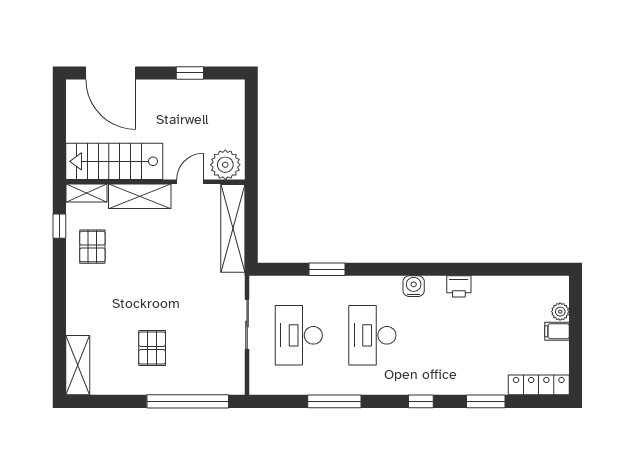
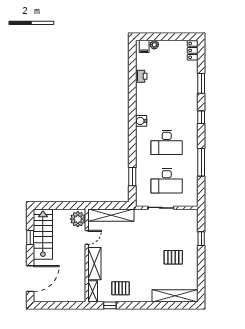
stairs: (114, 161) -> (43, 234), moved, turned 180
door: (190, 182) -> (87, 237), swing flipped
window: (327, 269) -> (132, 177), moved
printer: (459, 286) -> (141, 76), moved
filing cabinet: (557, 331) -> (144, 46), moved
shelving: (78, 365) -> (175, 296), width x1.47
locker: (539, 385) -> (193, 50), width x0.66
window: (188, 401) -> (201, 239), width x0.32

